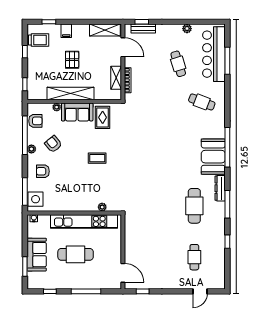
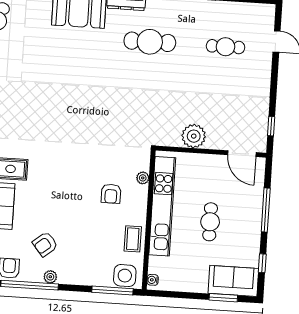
coffee table: (97, 158) -> (133, 239), moved
armchair: (43, 171) -> (111, 194), moved
plant: (133, 240) -> (194, 136), added
cafe table: (76, 254) -> (210, 222), width x0.73, depth x0.74
sofa: (37, 255) -> (233, 281), moved
door: (123, 273) -> (242, 154), swing flipped

